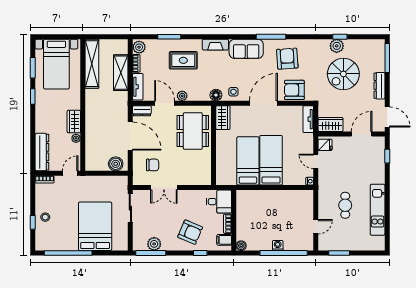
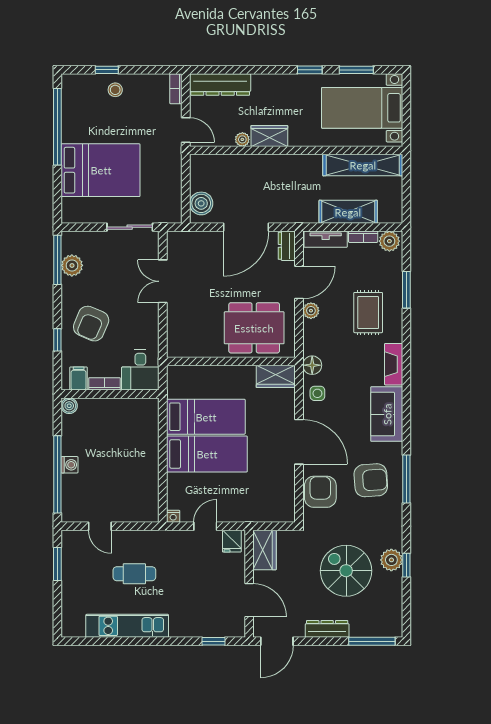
window: (271, 37) -> (406, 479), moved
tv unit: (308, 119) -> (273, 514), removed
chair: (153, 165) -> (199, 263), removed

